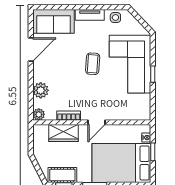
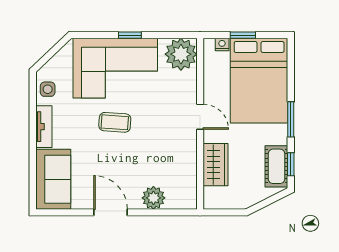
door: (31, 49) -> (111, 212), moved
plant: (39, 114) -> (181, 54), moved, width x1.88, depth x1.88
bookcase: (69, 116) -> (190, 157), removed

